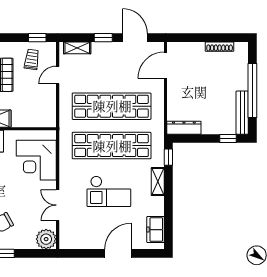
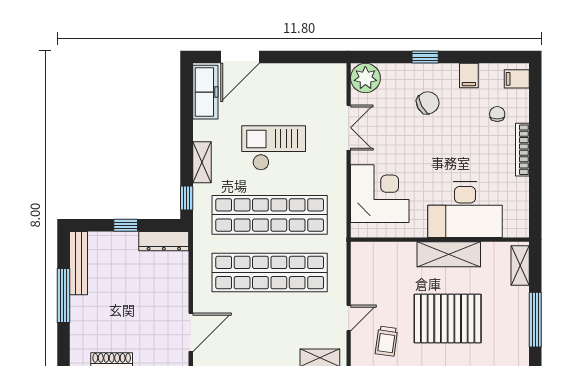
window: (252, 90) -> (64, 296), width x0.68
window: (228, 139) -> (126, 225), moved
freezer: (156, 230) -> (205, 92), width x1.40
door: (118, 253) -> (240, 57), moved

